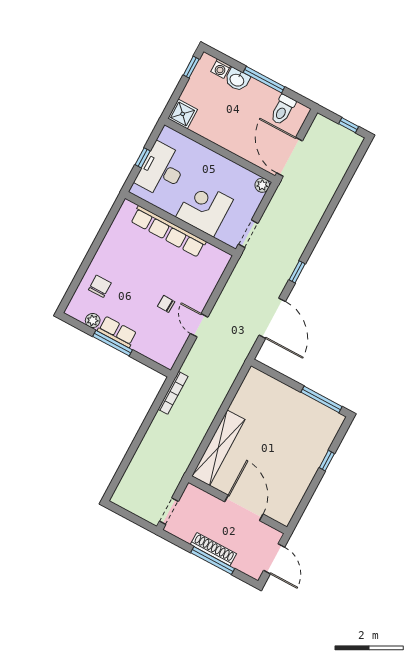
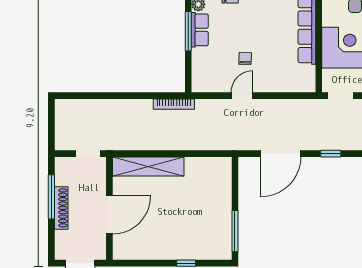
doorway: (169, 511) -> (88, 154), moved
window: (213, 561) -> (51, 197), moved

